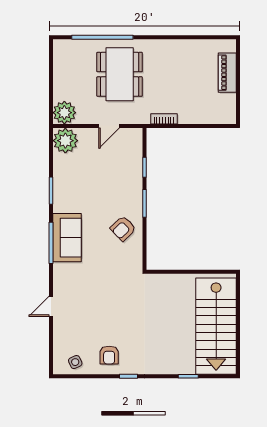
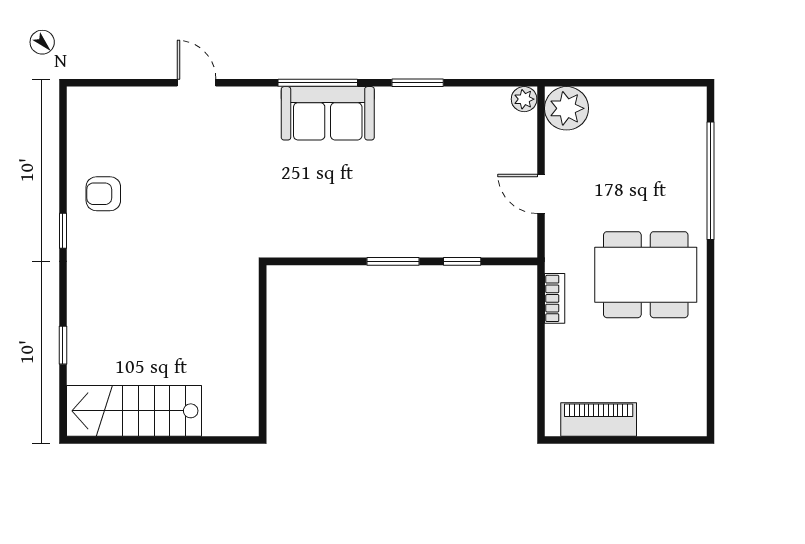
piano: (227, 73) -> (599, 419), moved
dining table: (120, 74) -> (646, 275), moved
plant: (65, 141) -> (524, 99), width x0.53, depth x0.53
armchair: (123, 228) -> (345, 220), removed
stairs: (216, 326) -> (134, 411), width x0.73, depth x0.66
side table: (75, 362) -> (90, 129), removed

